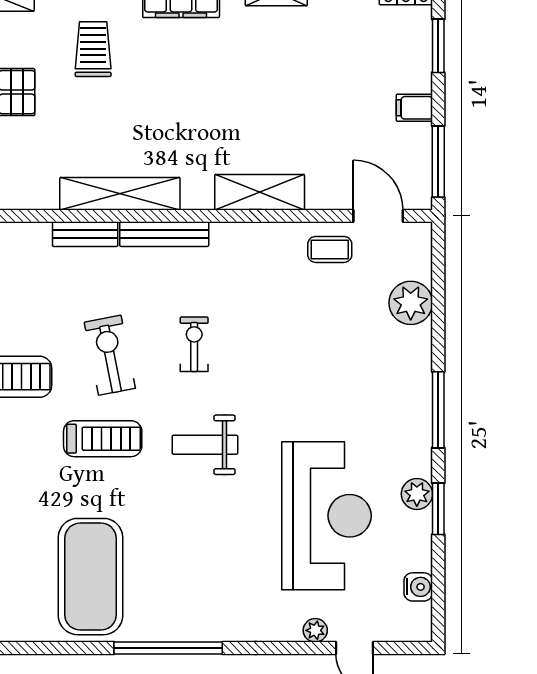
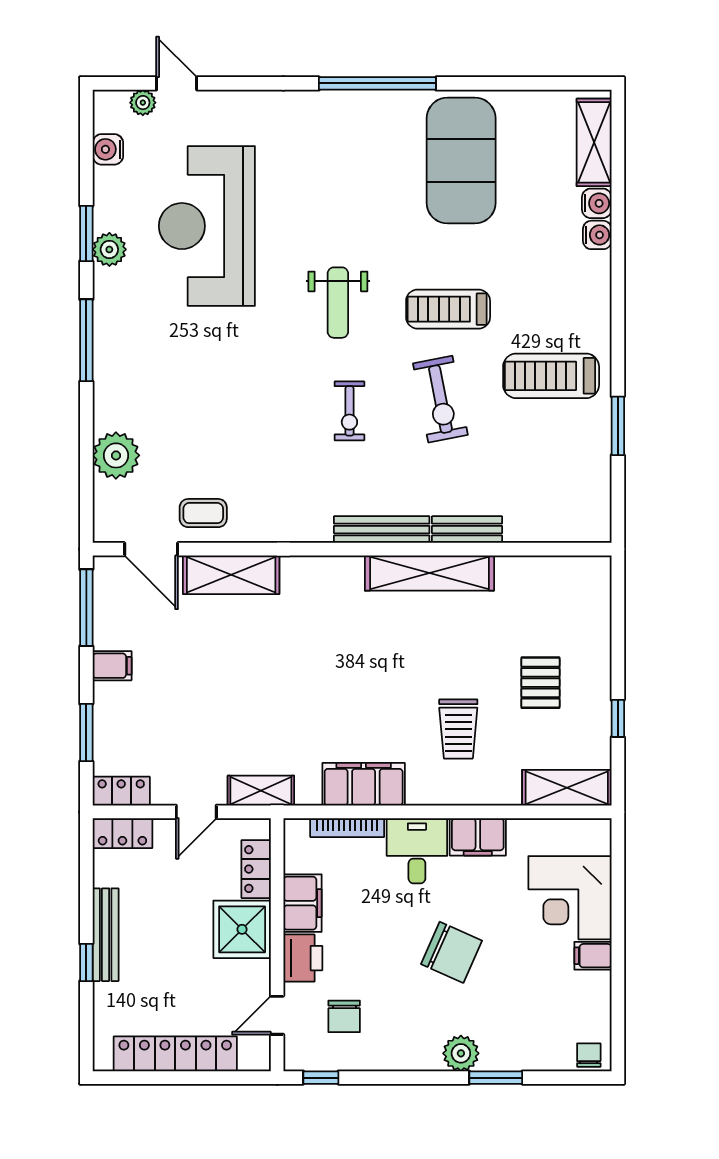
shelving: (260, 192) -> (231, 575), moved
weight bench: (205, 445) -> (338, 303), turned 90
plant: (315, 630) -> (143, 103), moved

